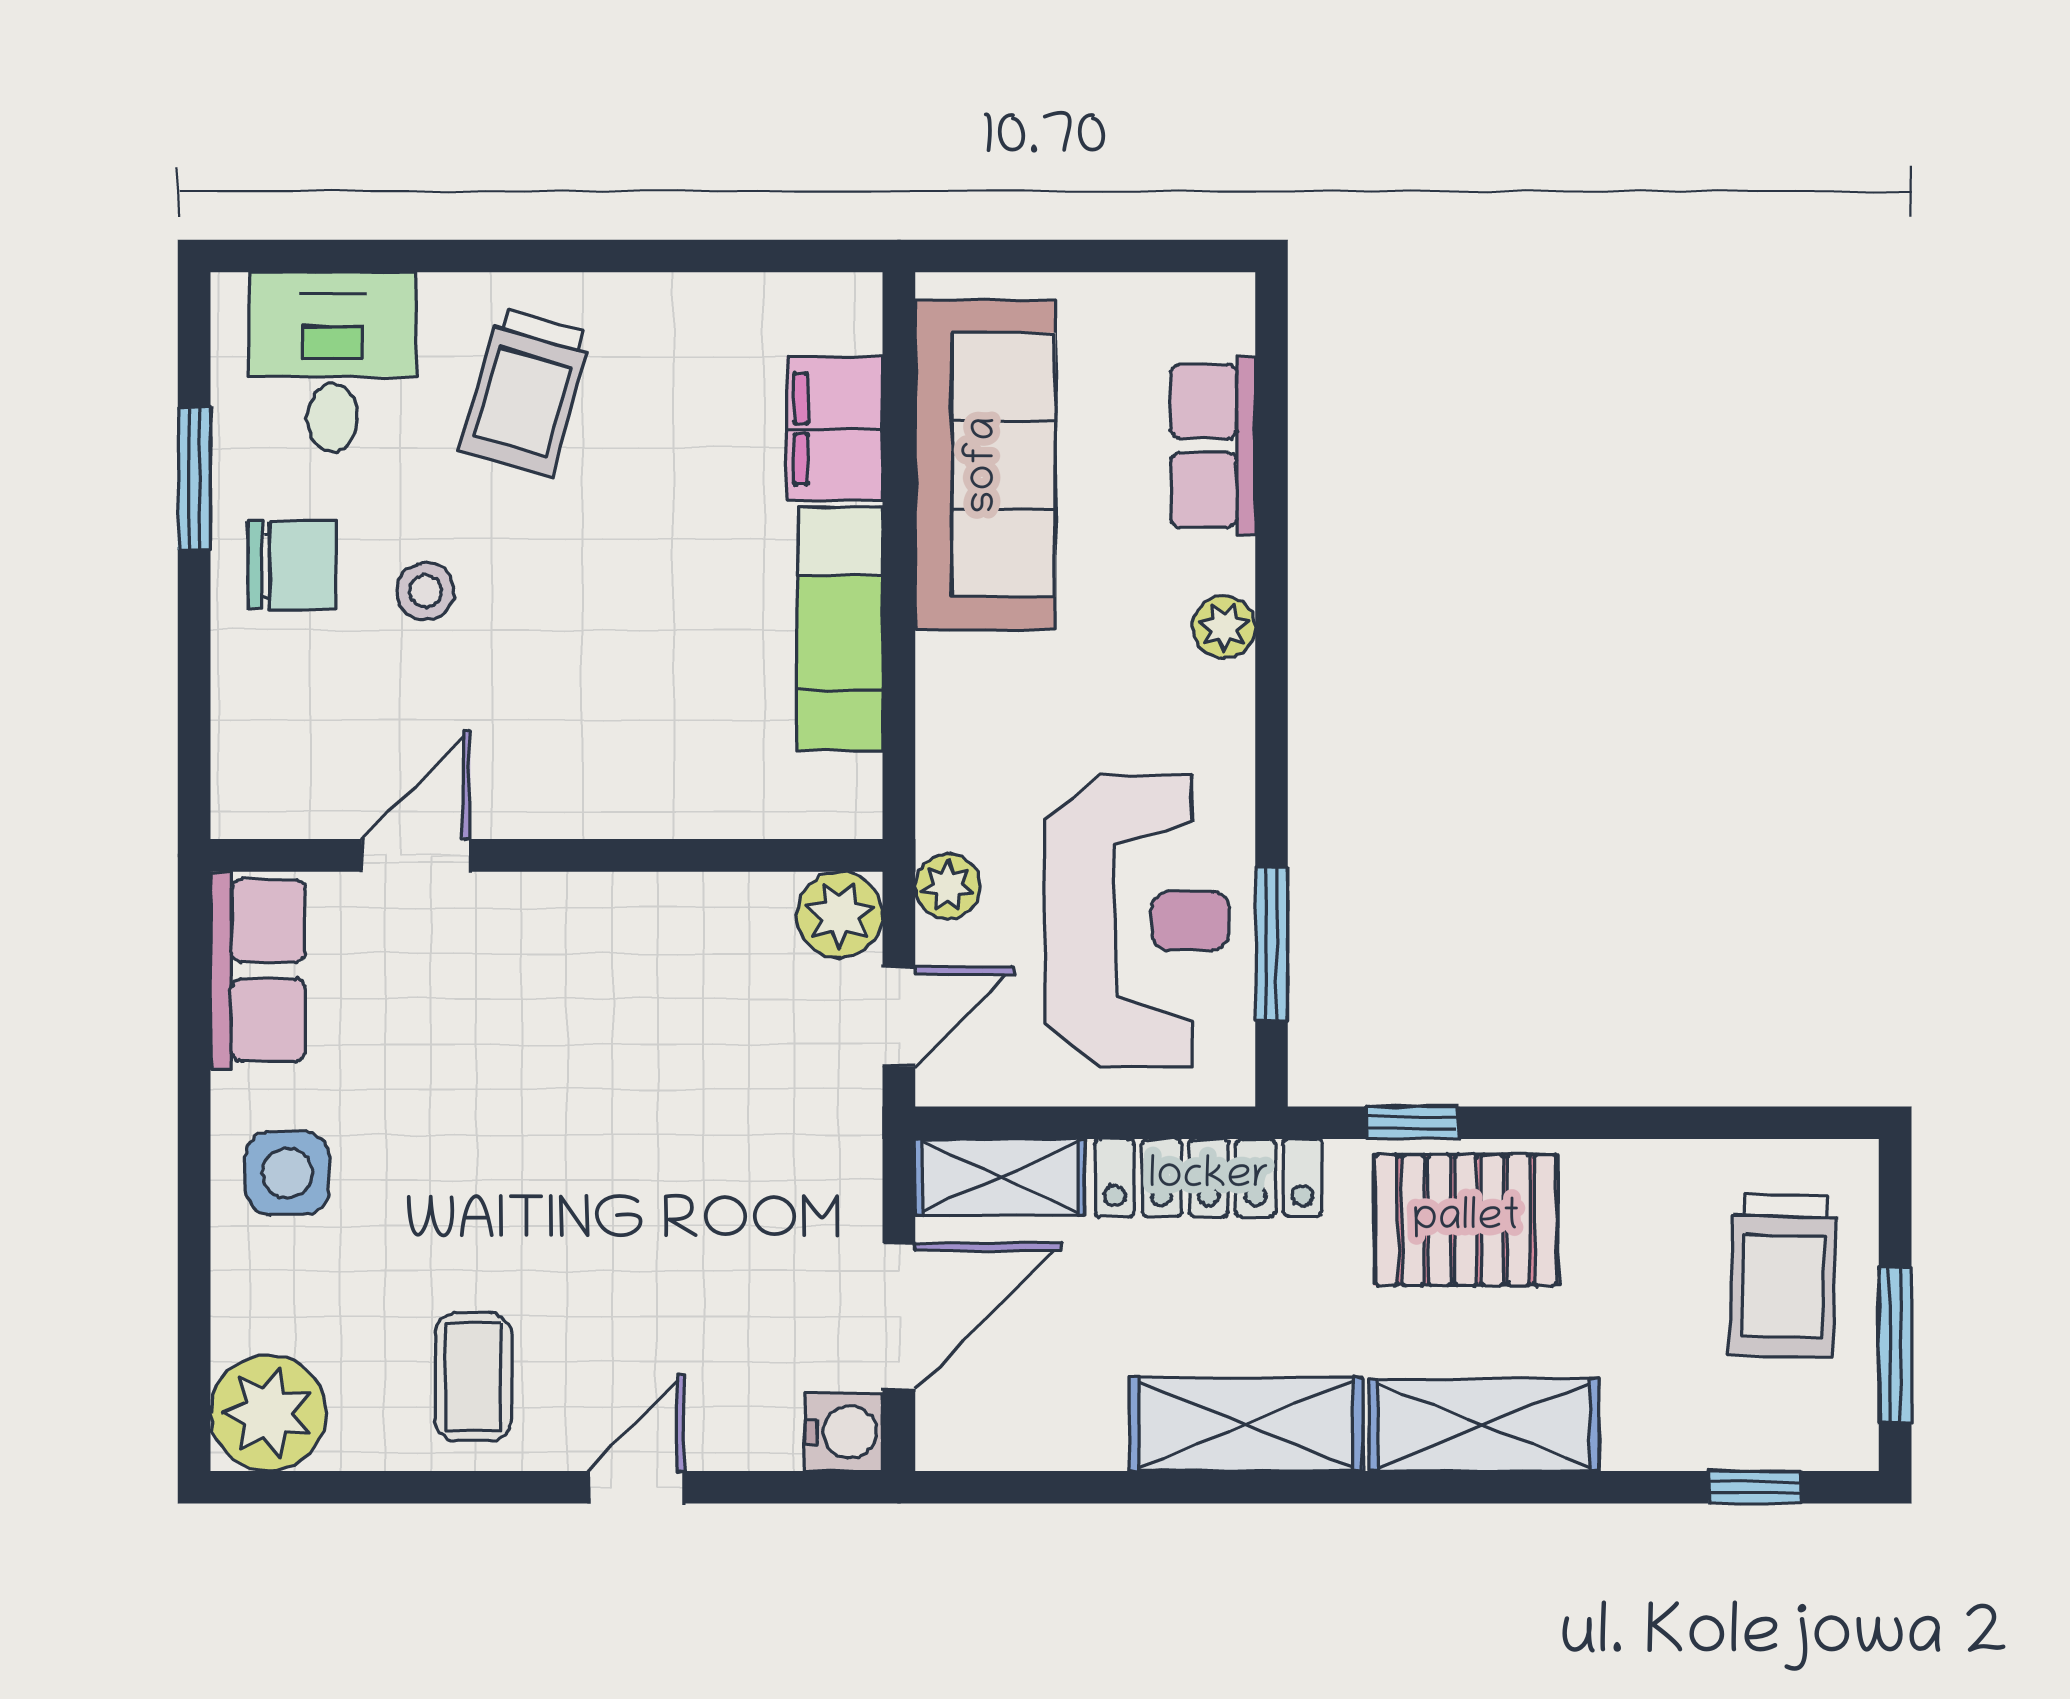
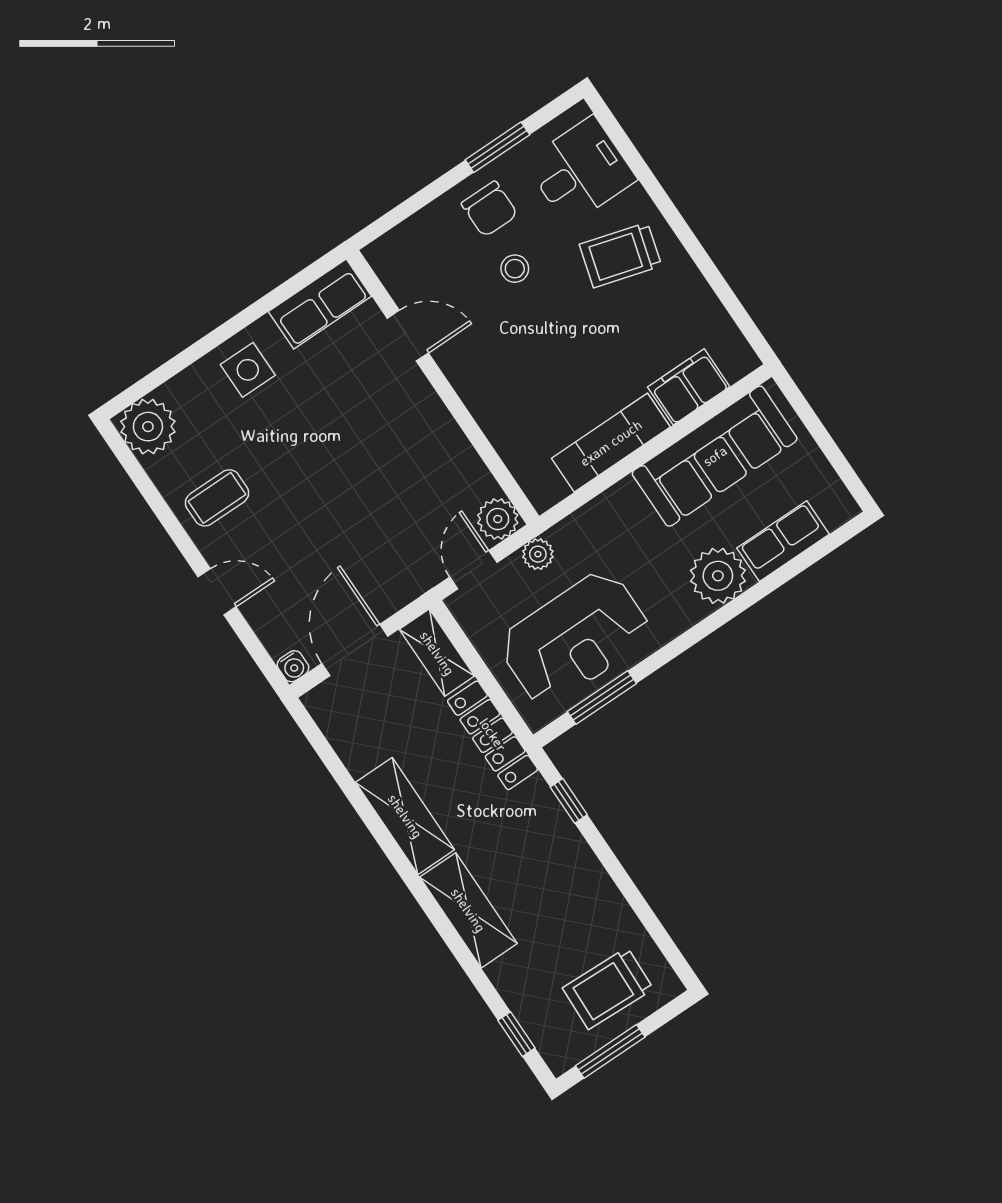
plant: (1224, 627) -> (718, 576), width x1.88, depth x1.88
door: (899, 1017) -> (473, 570), swing flipped
pallet: (1466, 1220) -> (545, 848), removed
door: (899, 1316) -> (355, 650), swing flipped
water cooler: (844, 1432) -> (293, 666), width x0.72, depth x0.72

